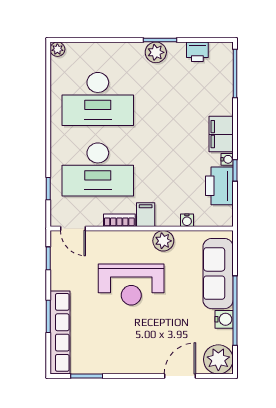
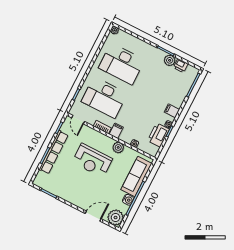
plant: (156, 52) -> (170, 60), moved
filing cabinet: (221, 134) -> (172, 111), width x0.50
row of seats: (60, 332) -> (54, 152), moved

